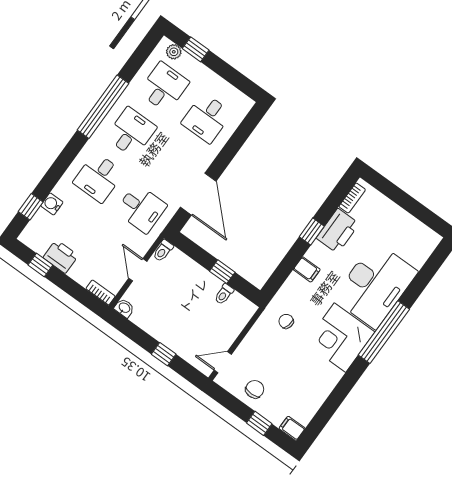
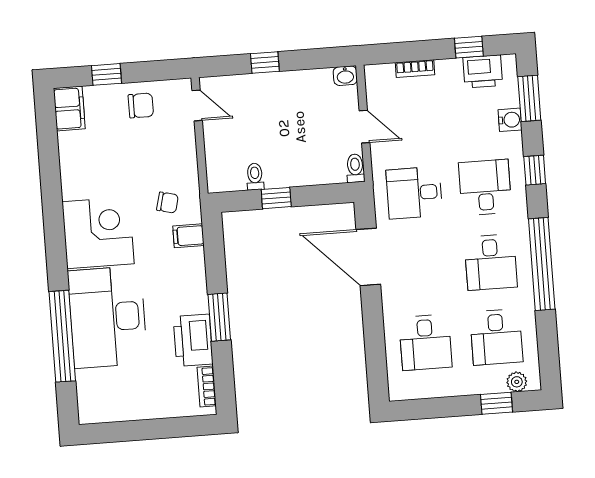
desk: (207, 118) -> (426, 342), turned 180
window: (62, 163) -> (535, 170), added
window: (31, 207) -> (529, 98), width x1.50
window: (312, 231) -> (219, 317), width x1.50
printer: (61, 256) -> (483, 71), moved
filing cabinet: (307, 269) -> (188, 236), moved
bookcase: (100, 292) -> (415, 69), moved
window: (384, 332) -> (62, 336), moved
door: (223, 362) -> (197, 105), hinge flipped
chair: (255, 389) -> (141, 106), turned -90
filing cabinet: (292, 428) -> (69, 109), width x2.00

